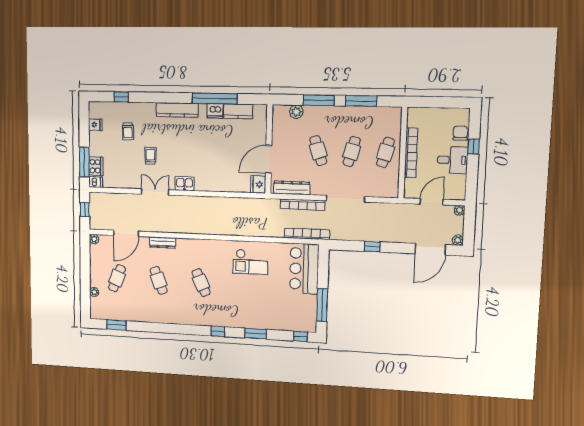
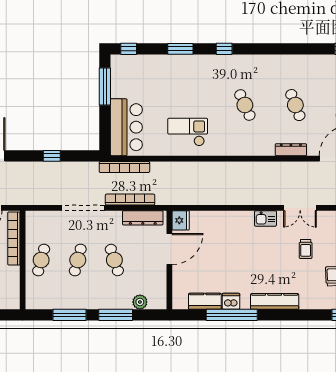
bookcase: (411, 153) -> (14, 238), moved

